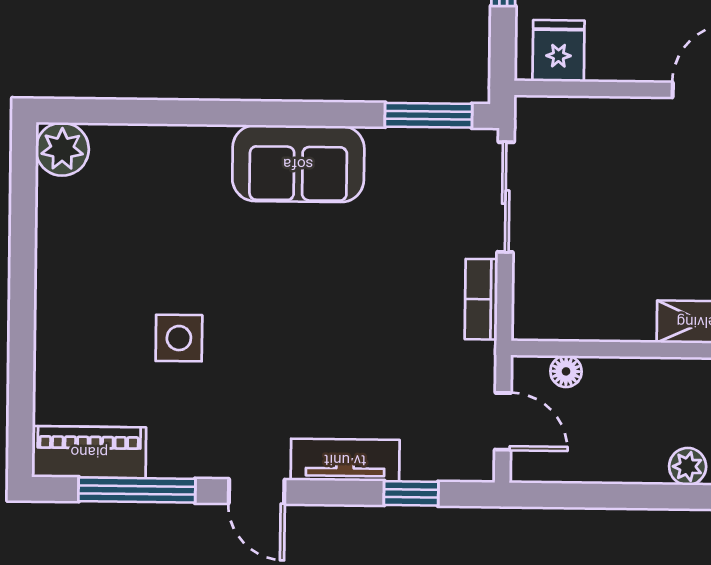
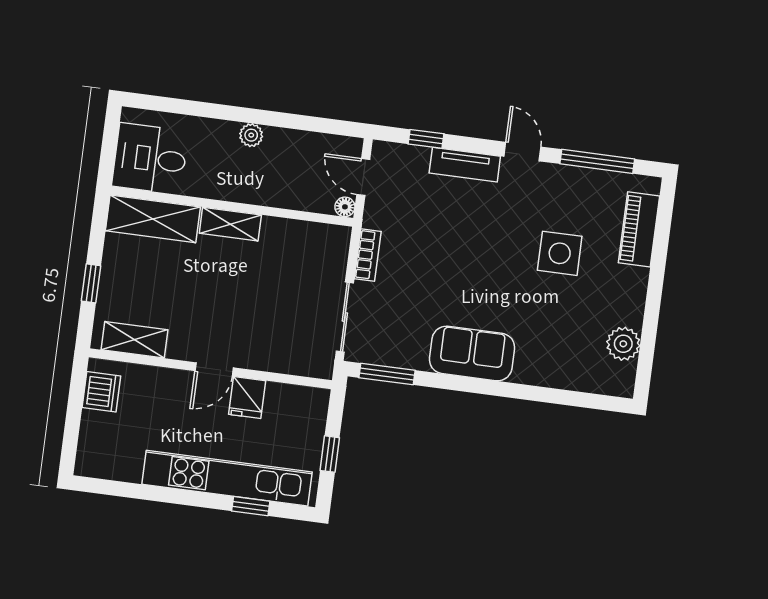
fridge: (559, 51) -> (247, 397), moved
plant: (62, 149) -> (623, 344), moved
side table: (179, 338) -> (560, 253), width x1.37, depth x1.37
floor lamp: (566, 371) -> (345, 207), moved
piano: (89, 452) -> (639, 229), moved, turned 90

